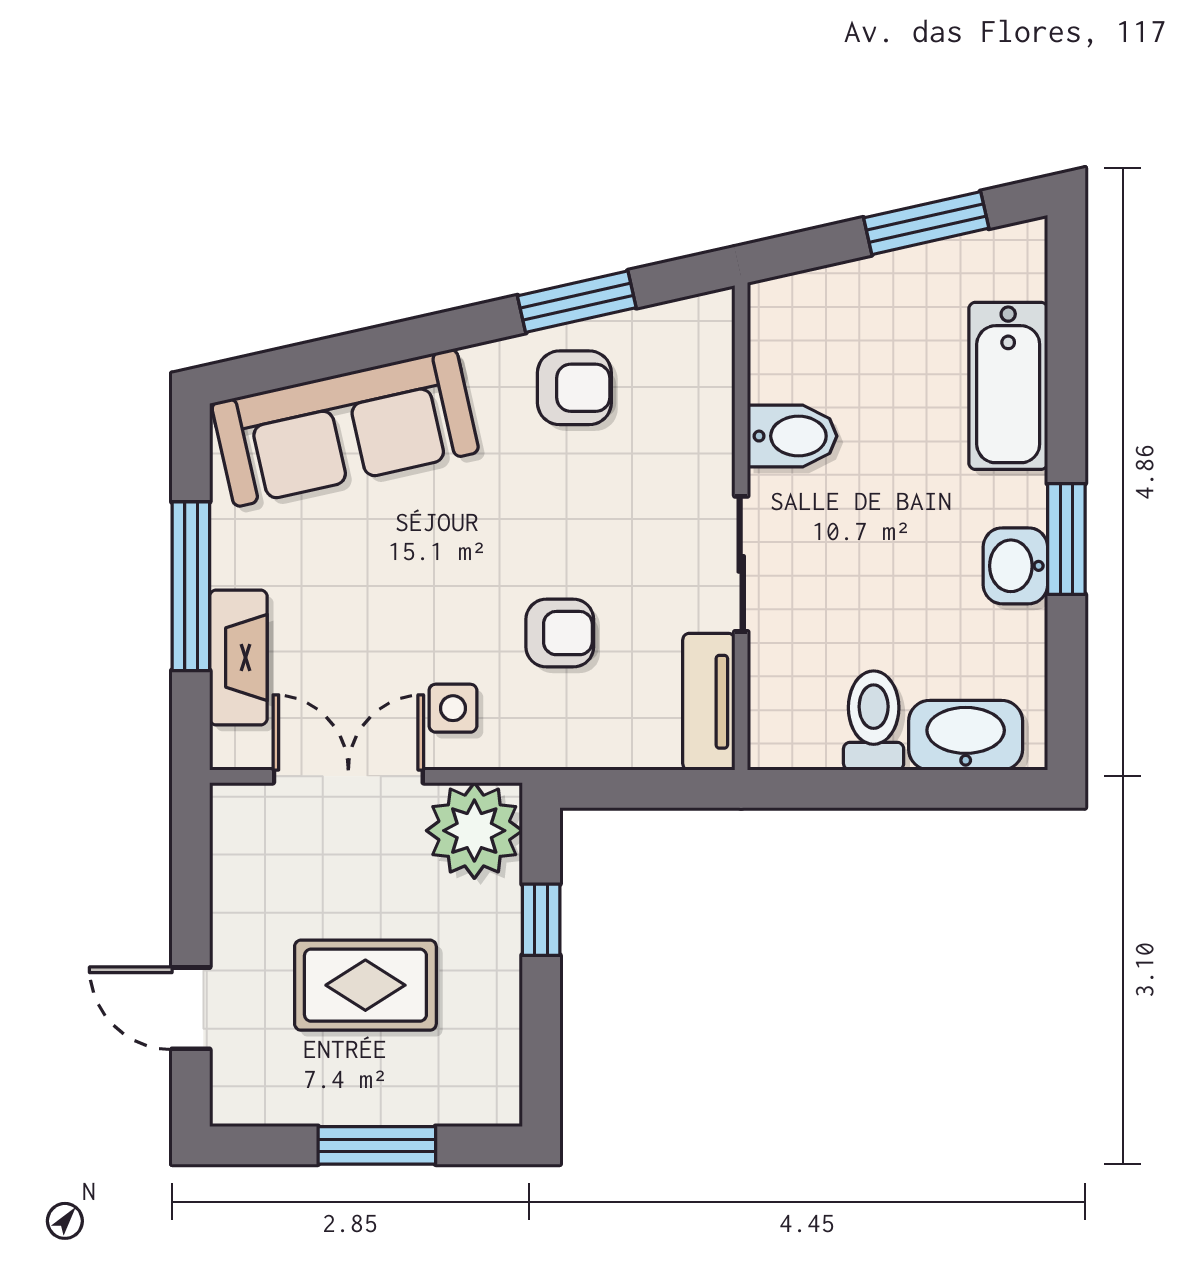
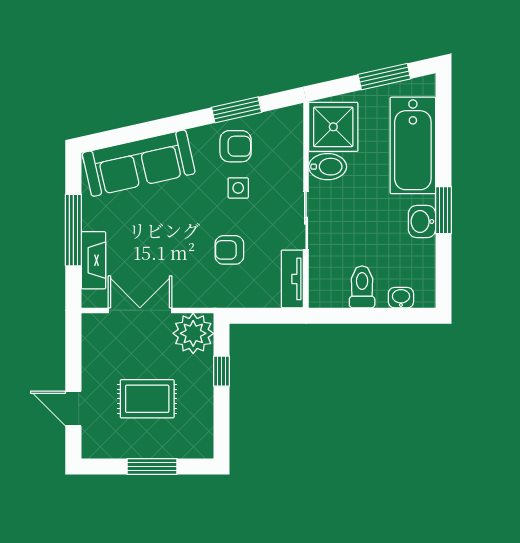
shower: (806, 342) -> (333, 127), added
bathtub: (1008, 386) -> (413, 145), width x1.36, depth x1.36
armchair: (560, 633) -> (229, 250), turned 180
side table: (453, 708) -> (238, 188), moved
washbasin: (966, 735) -> (401, 298), width x0.52, depth x0.69

